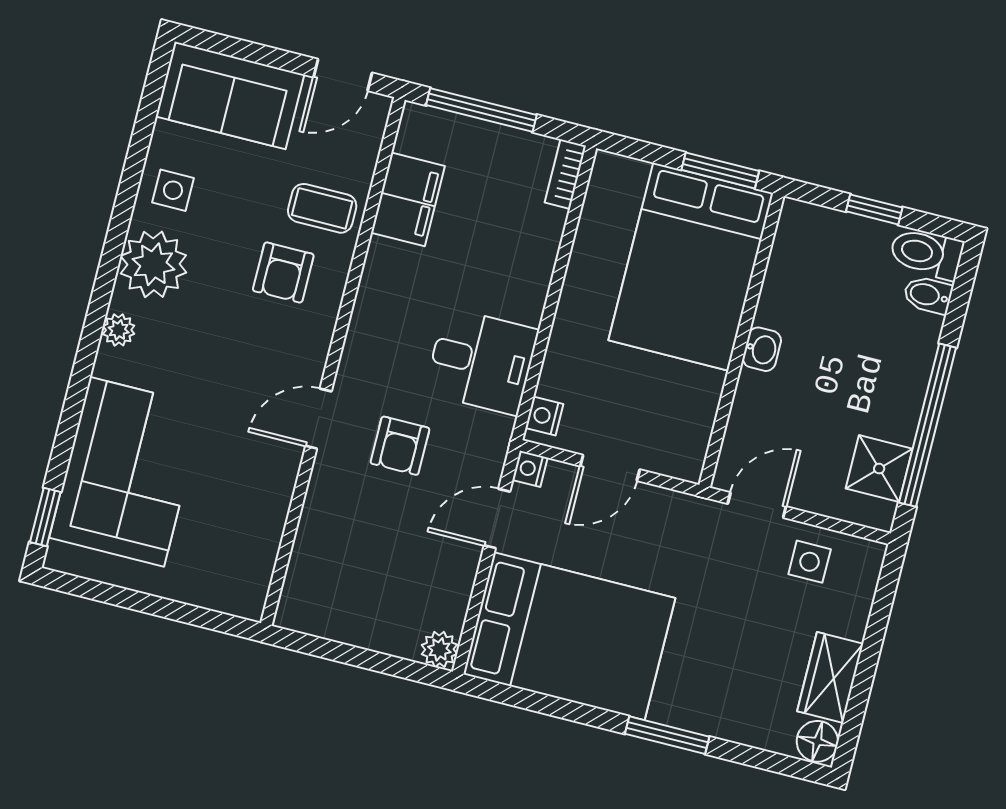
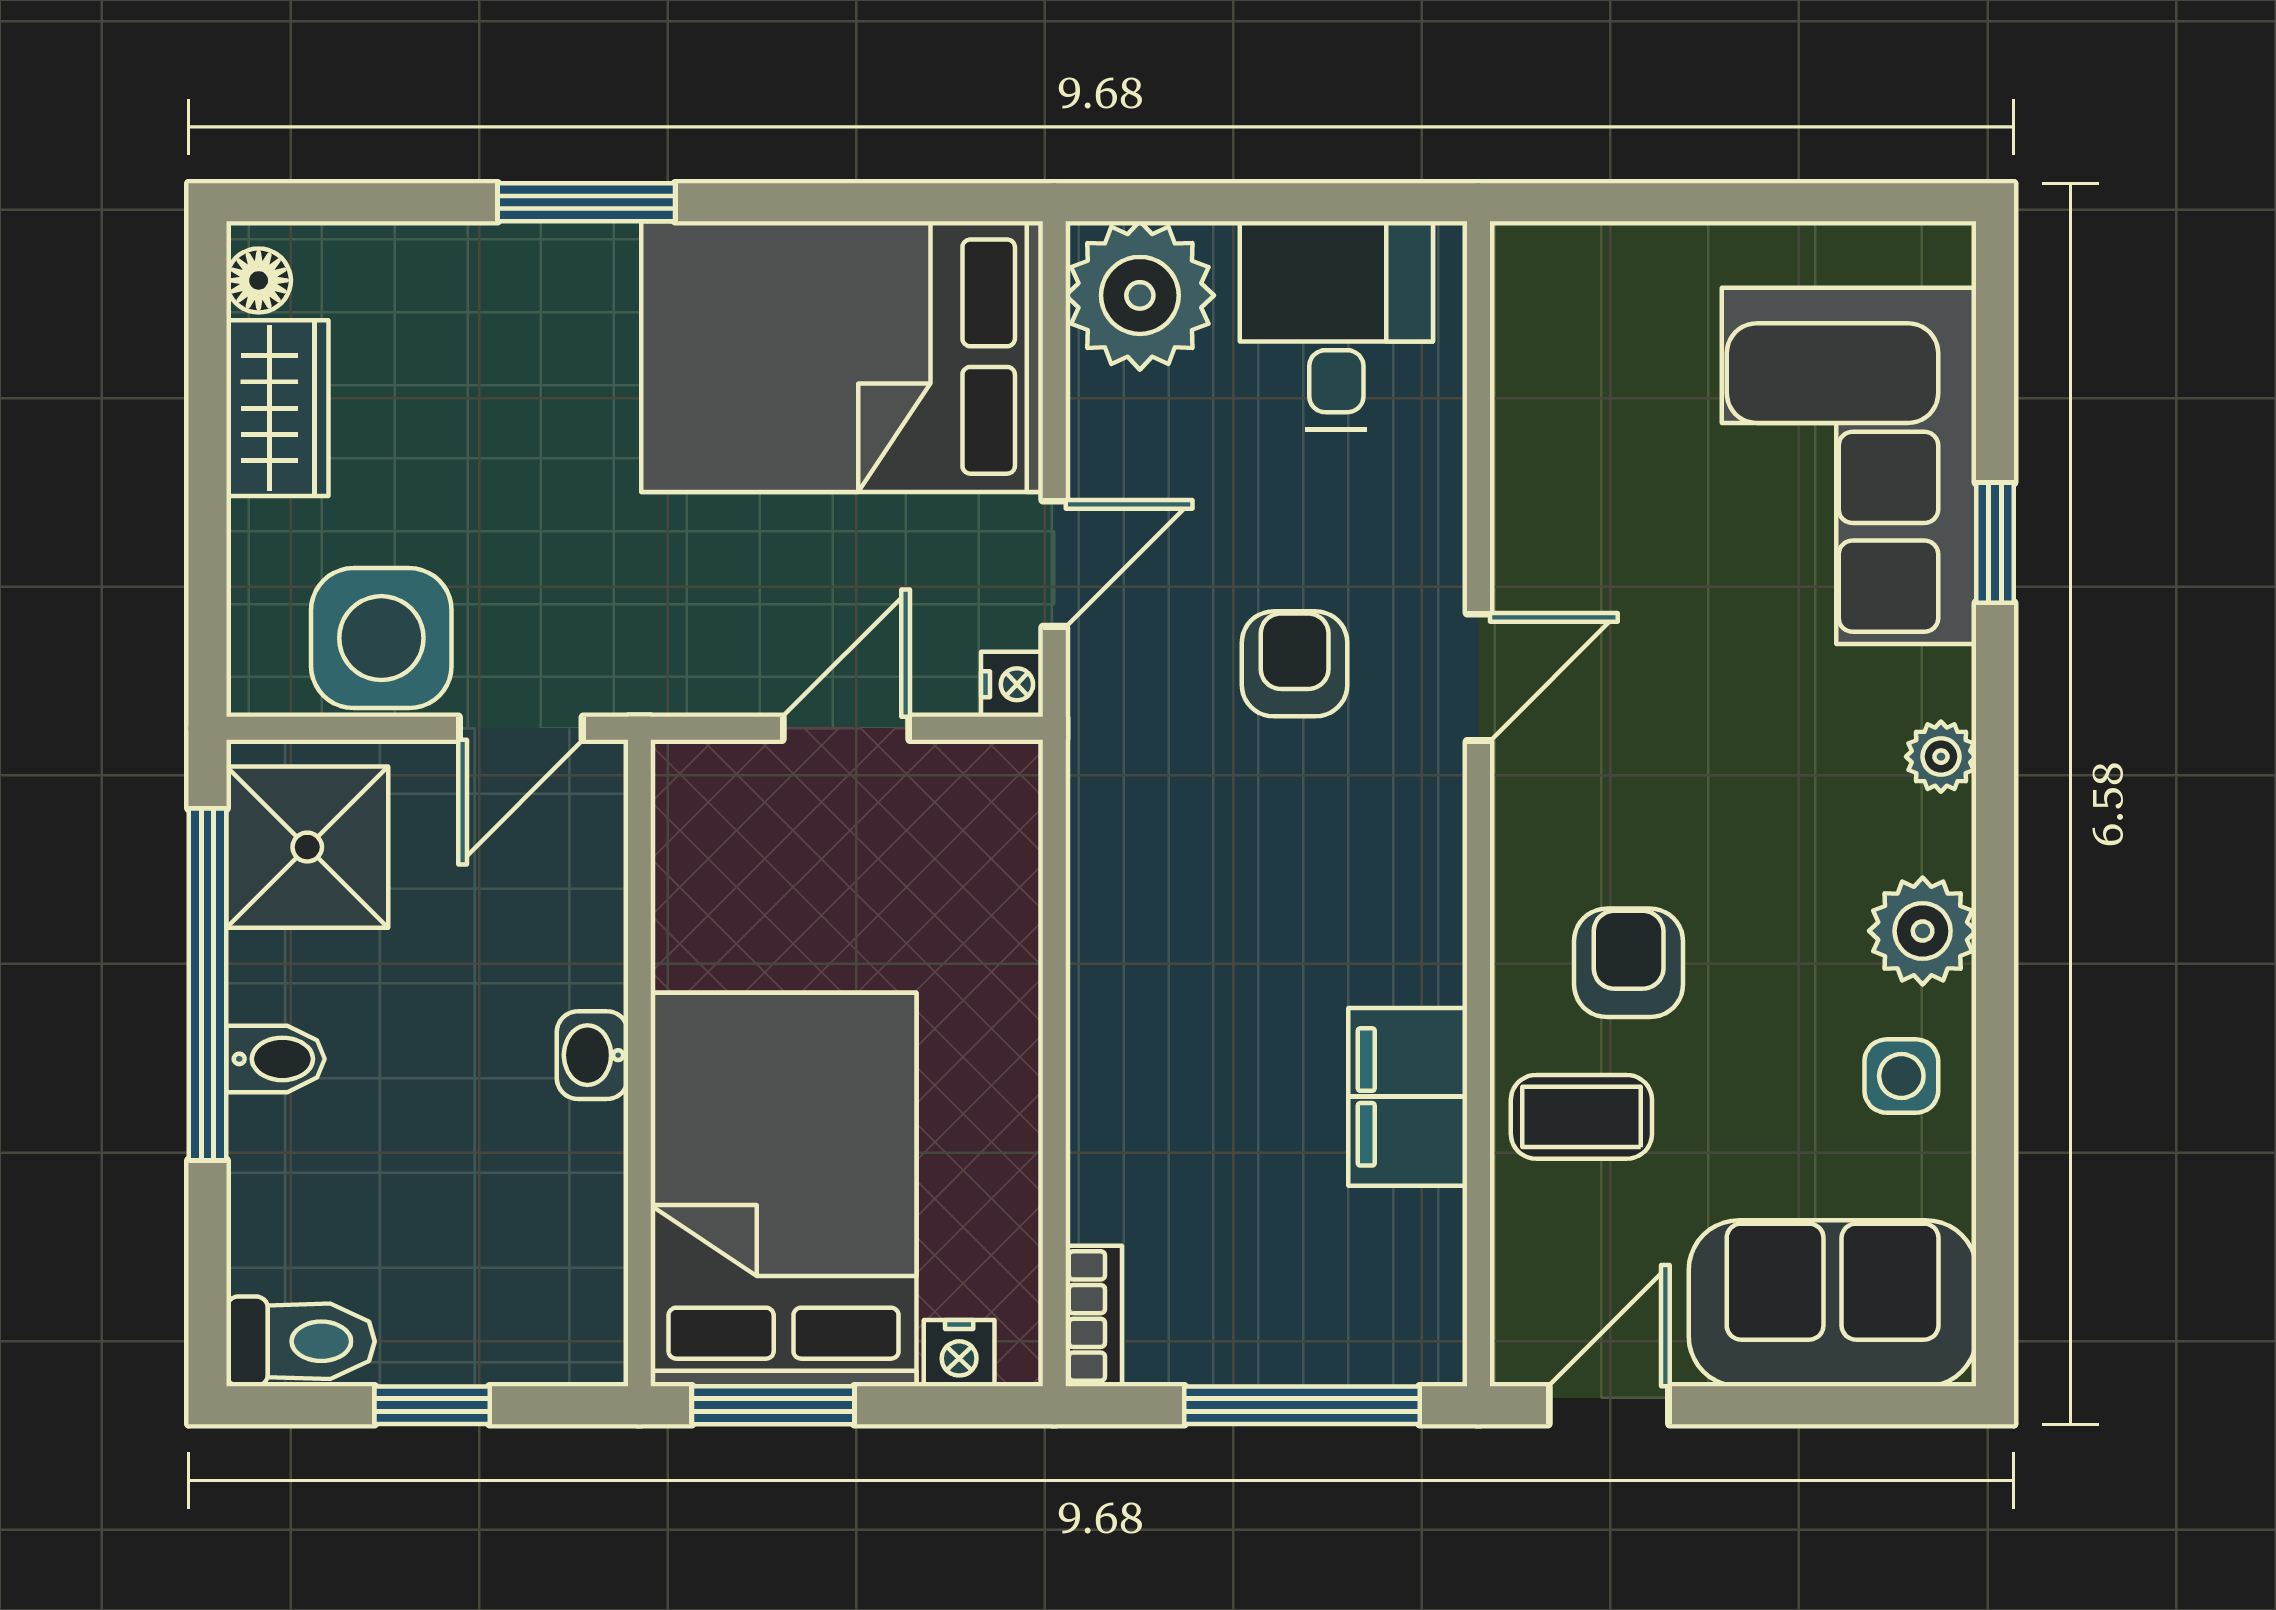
filing cabinet: (408, 199) -> (1408, 1097), moved
plant: (153, 264) -> (1923, 931), width x0.73, depth x0.73
bidet: (928, 295) -> (276, 1059), moved
desk: (481, 361) -> (1336, 325), moved, turned 90
nightstand: (544, 416) -> (959, 1353), moved, turned 90
shower: (879, 469) -> (307, 847), width x1.36, depth x1.36
window: (45, 517) -> (1995, 543), moved
side table: (810, 562) -> (381, 638), width x1.87, depth x1.87
plant: (439, 649) -> (1140, 295), width x1.87, depth x1.87
floor lamp: (817, 741) -> (259, 280), width x0.73, depth x0.73

